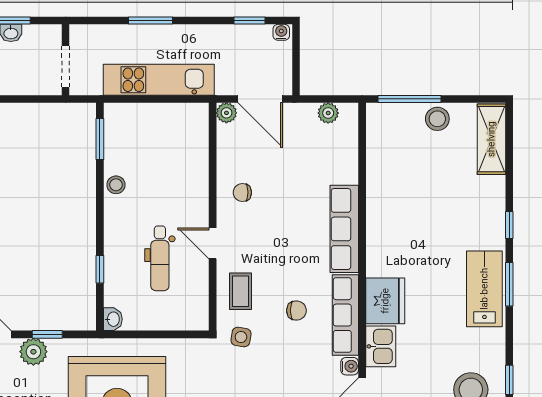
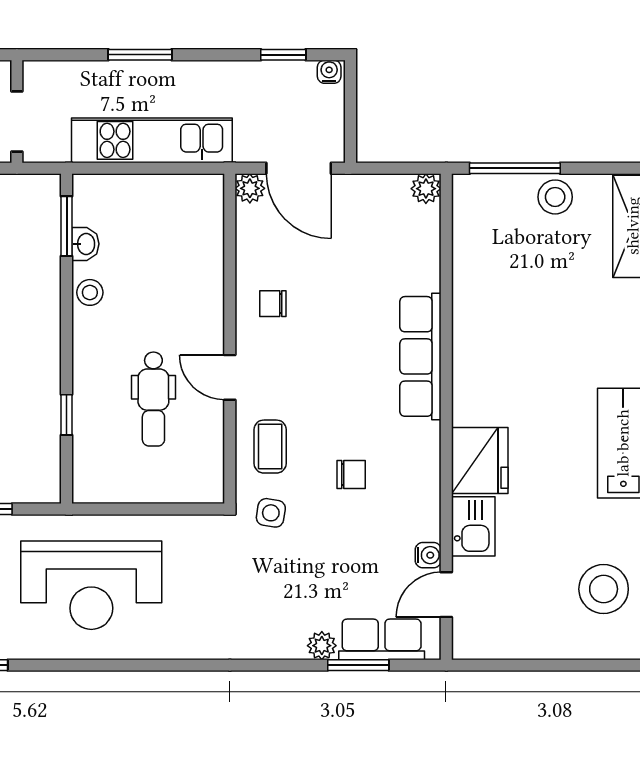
plant: (328, 113) -> (426, 189), moved
row of seats: (345, 315) -> (422, 481), removed
washbasin: (113, 319) -> (85, 244), moved

